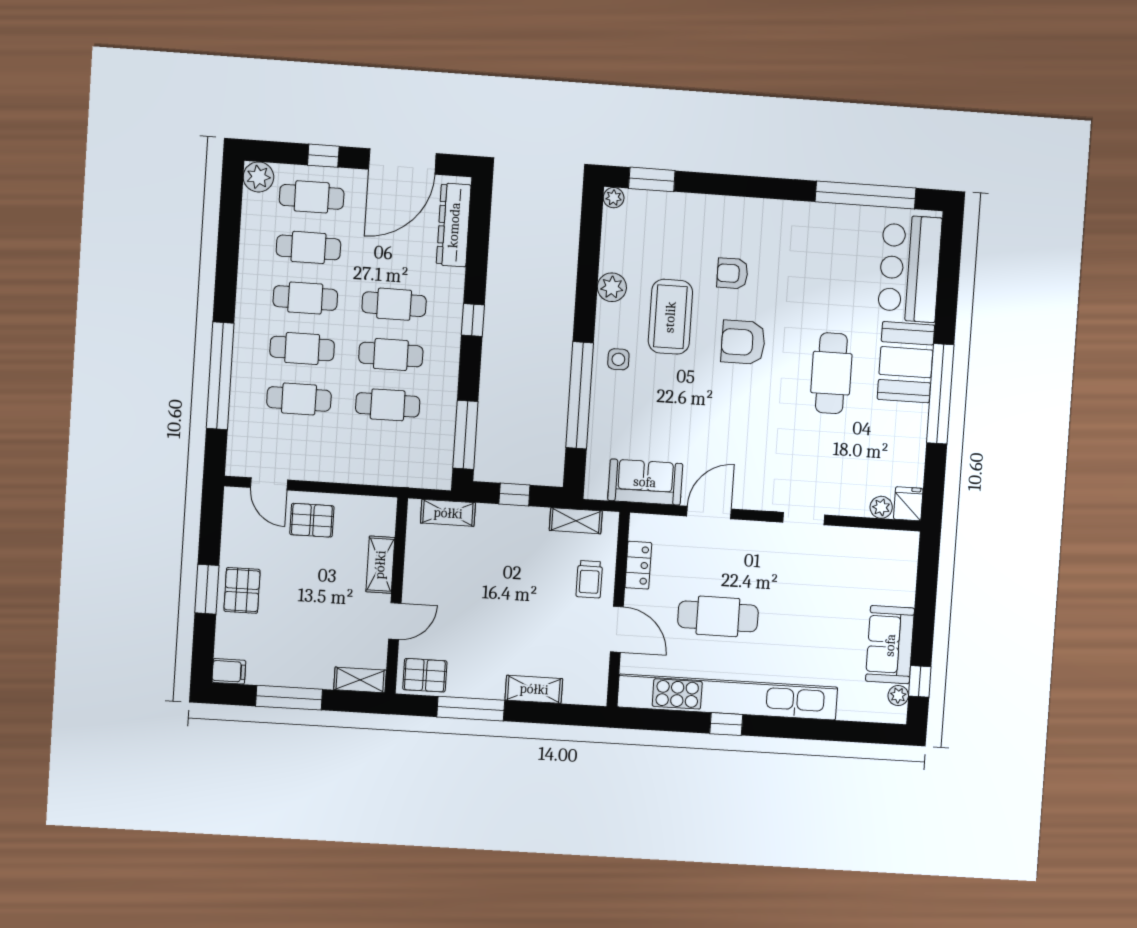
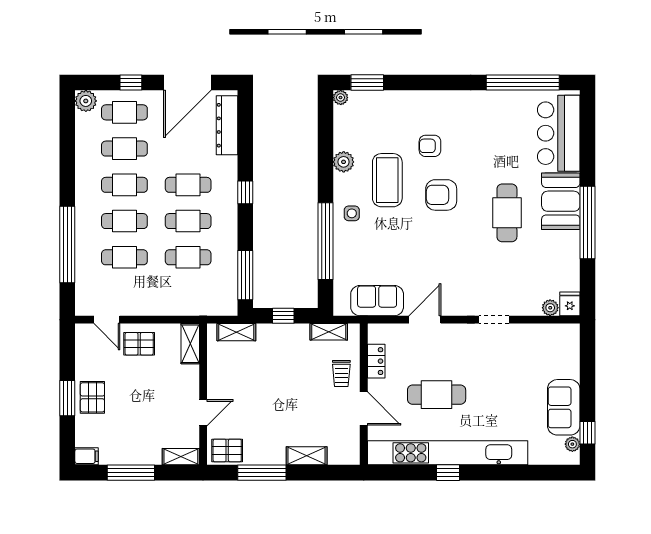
shelving: (380, 565) -> (190, 344), moved

